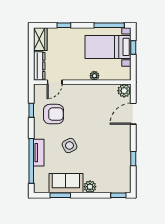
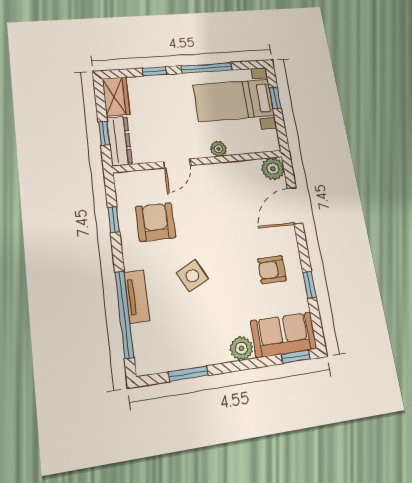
window: (109, 25) -> (207, 68), moved
window: (31, 61) -> (104, 133), added
door: (55, 82) -> (177, 163), moved
armchair: (54, 114) -> (156, 222), turned -90
armchair: (114, 148) -> (272, 270), added
sofa: (66, 183) -> (284, 335), moved

